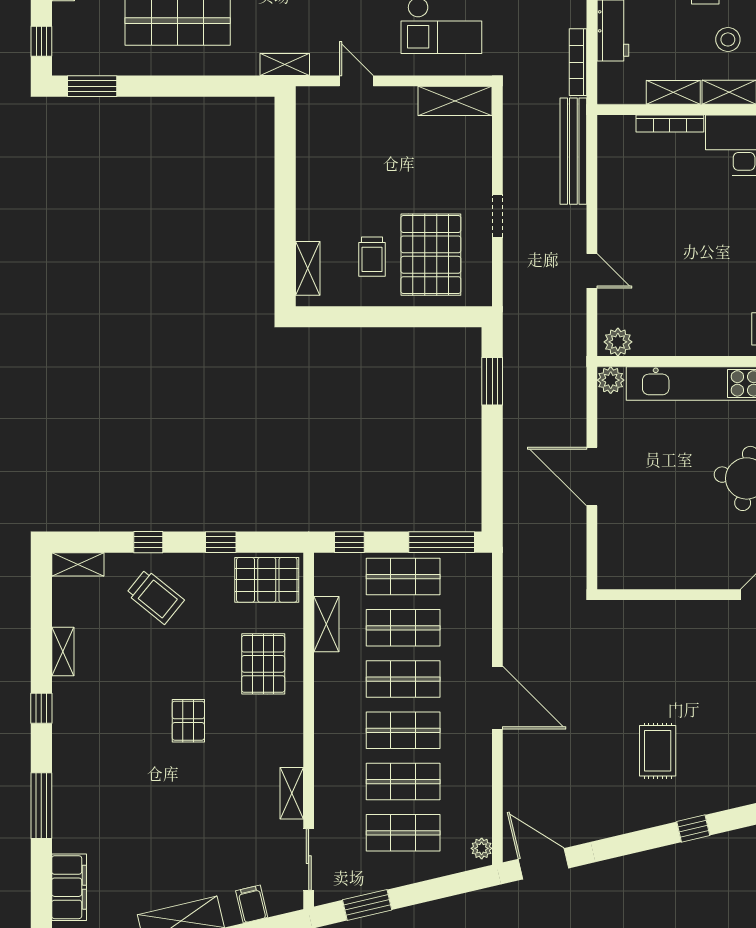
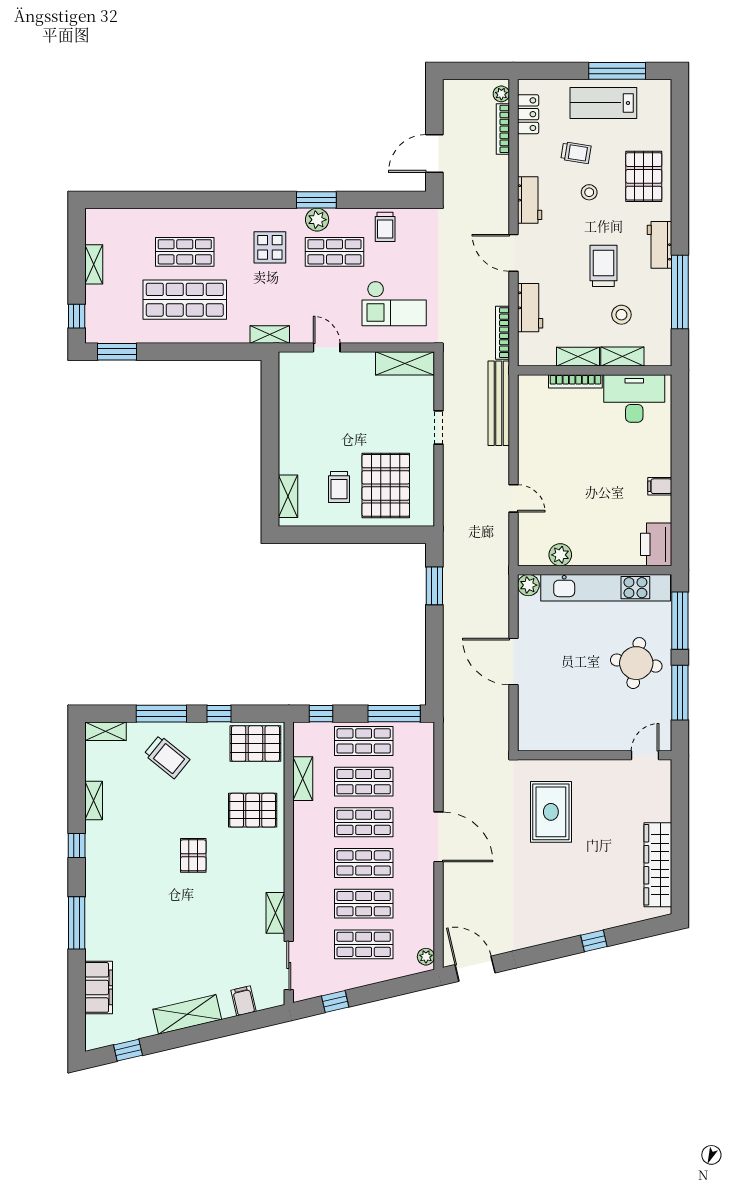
doorway: (497, 216) -> (439, 428), moved
plant: (618, 342) -> (560, 555), moved
window: (148, 542) -> (161, 714), width x2.17
pallet: (263, 664) -> (253, 810), turned 90
rug: (658, 751) -> (551, 812), moved, width x1.36, depth x1.43
window: (367, 905) -> (335, 1002), width x0.67

